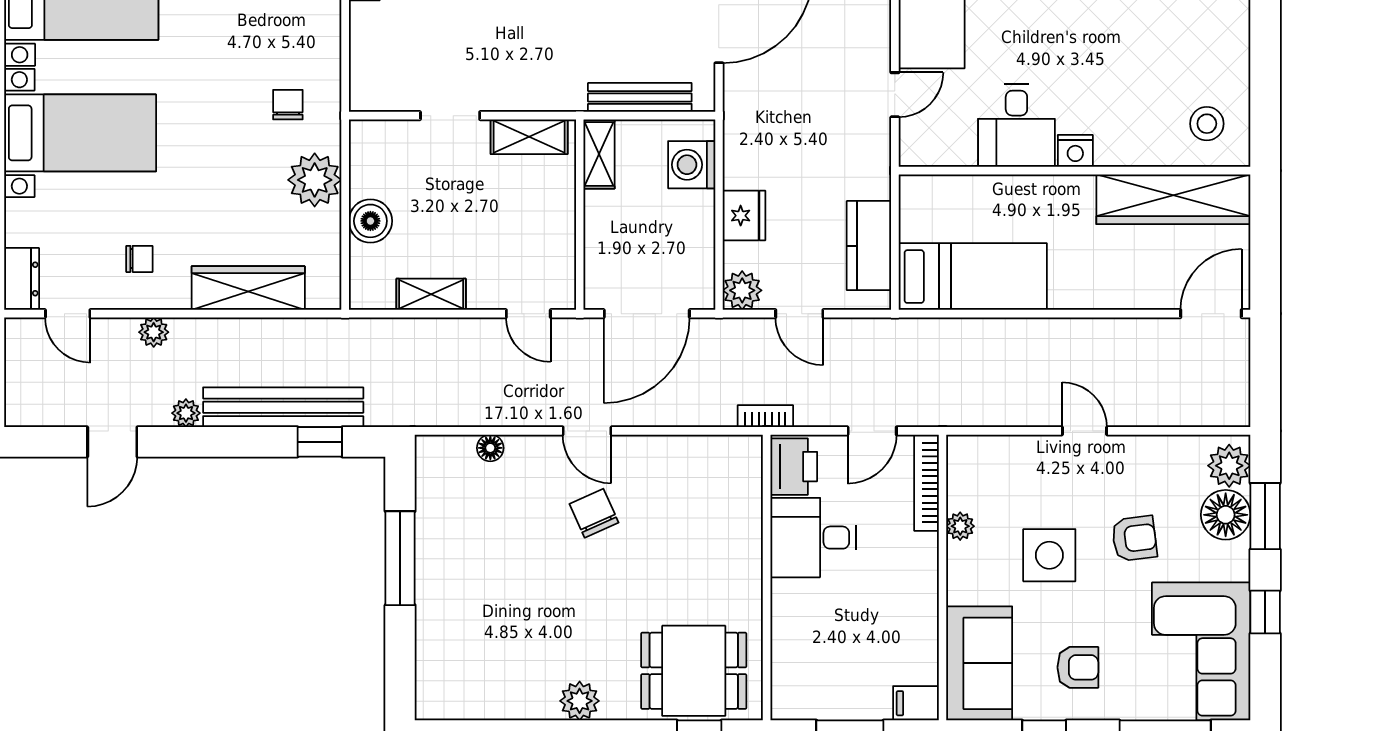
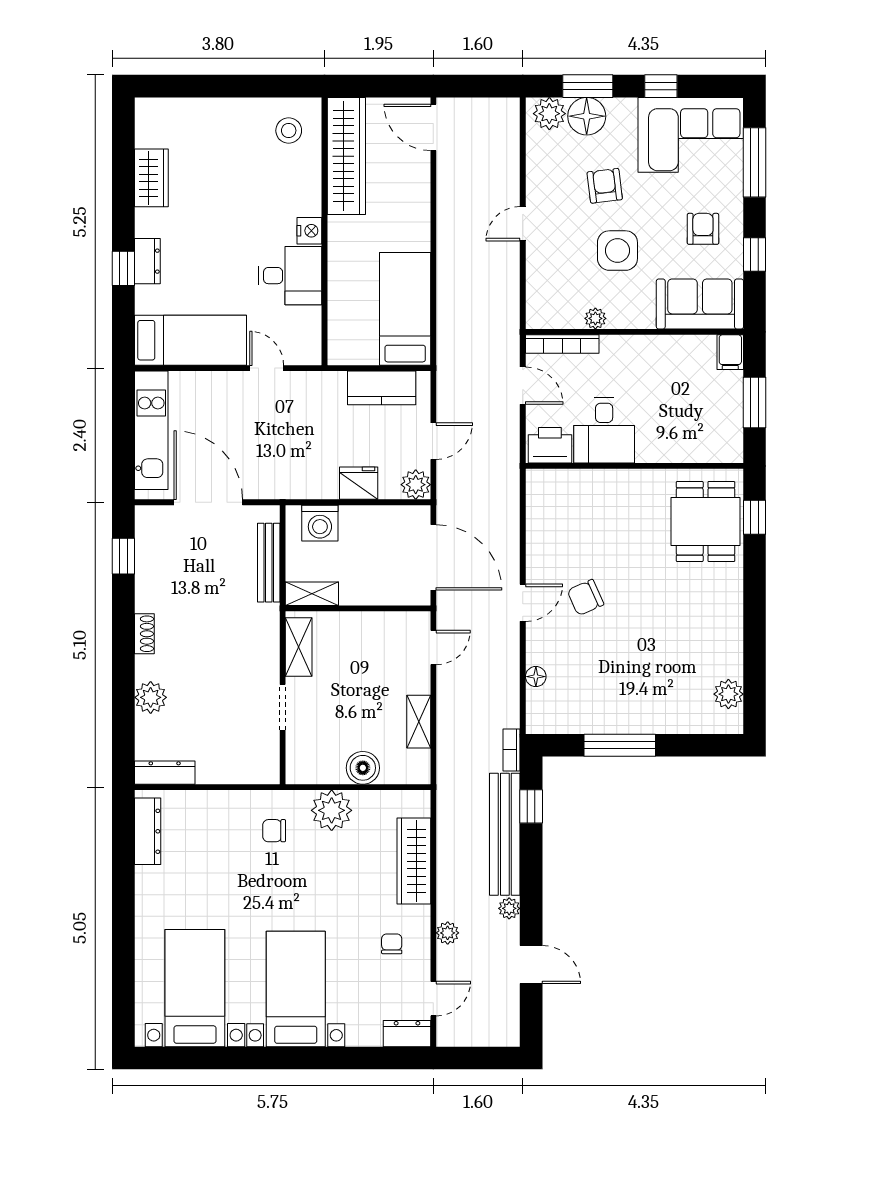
bookcase: (765, 416) -> (512, 750), moved
plant: (580, 701) -> (728, 694), moved

